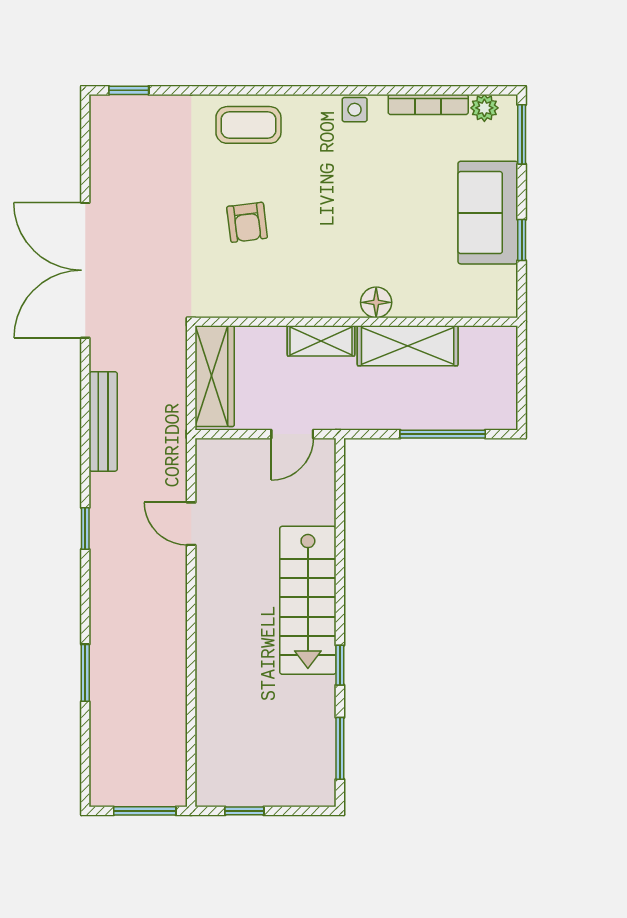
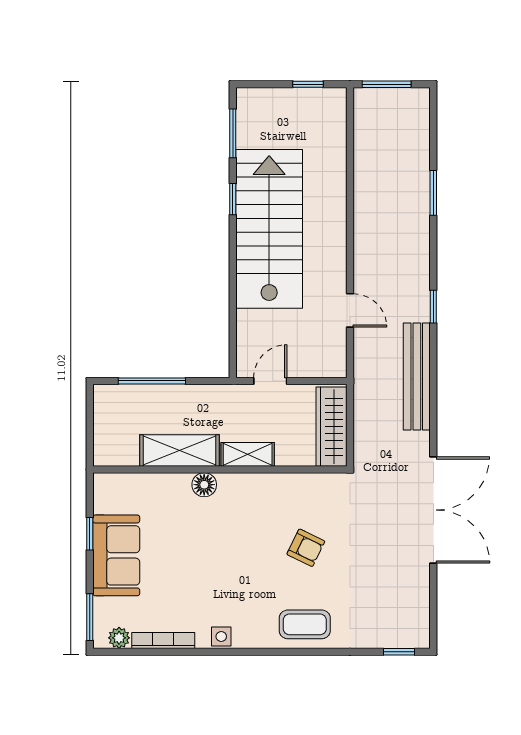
armchair: (247, 222) -> (306, 548), turned 123
bench: (103, 421) -> (417, 377), width x1.37, depth x1.21
stairs: (308, 600) -> (269, 229), width x1.36, depth x1.51

